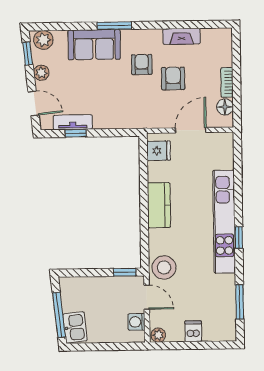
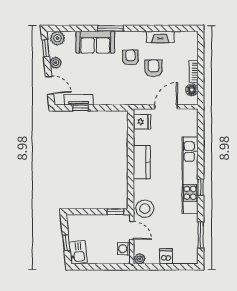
window: (59, 315) -> (66, 243), width x0.46

